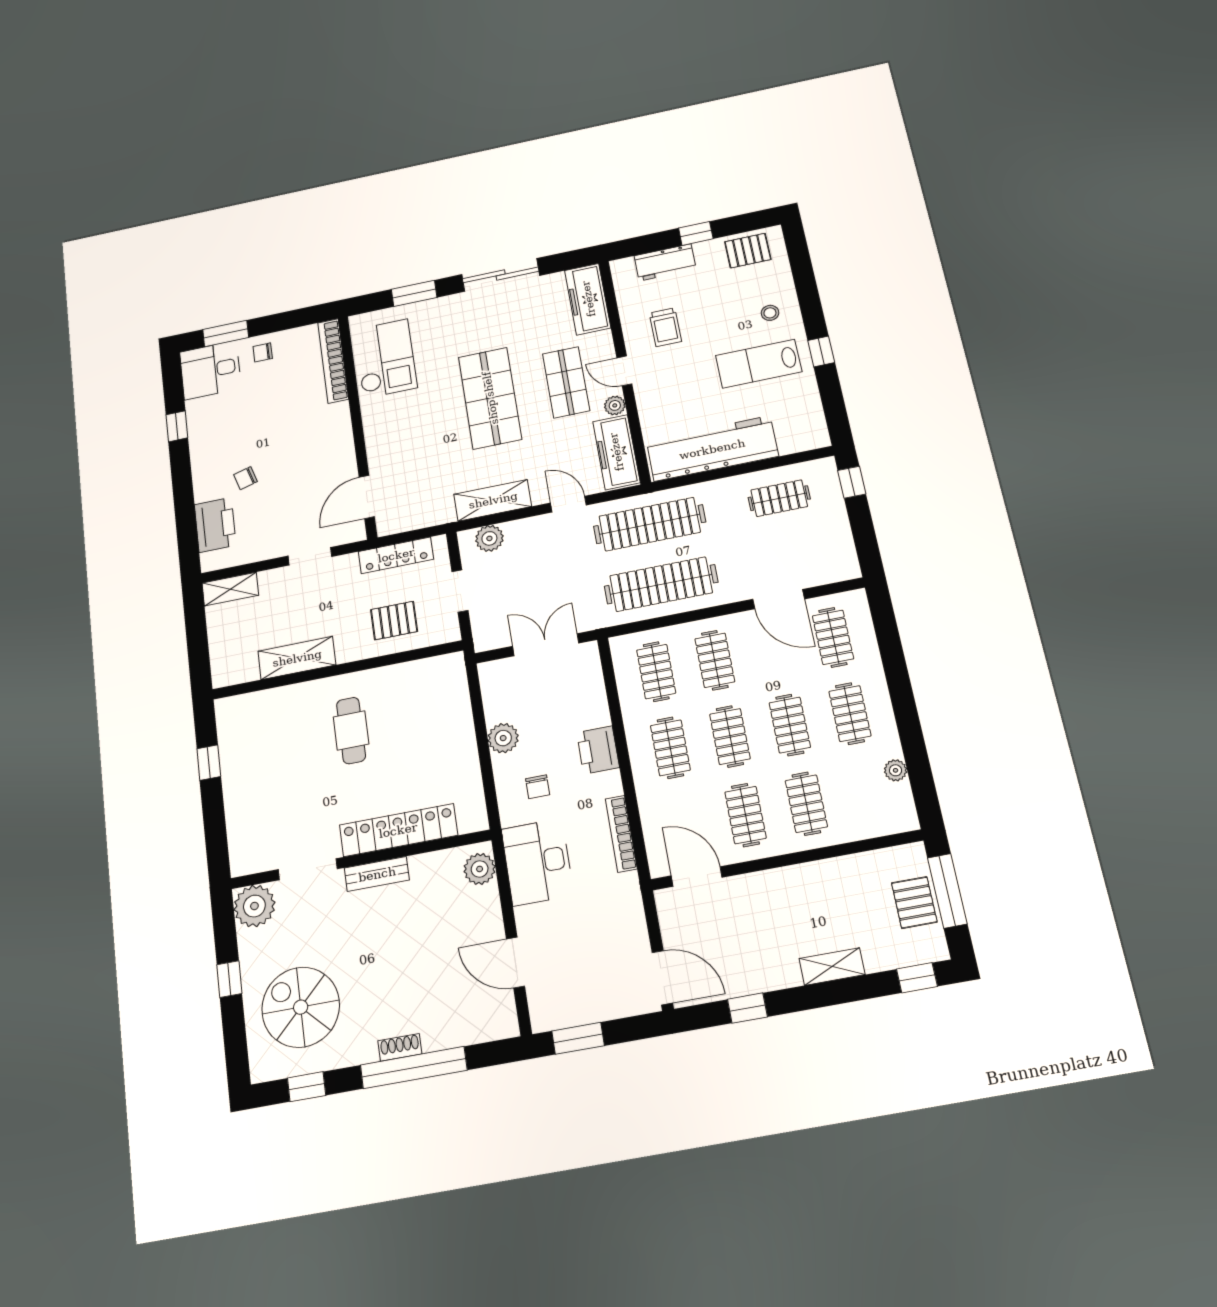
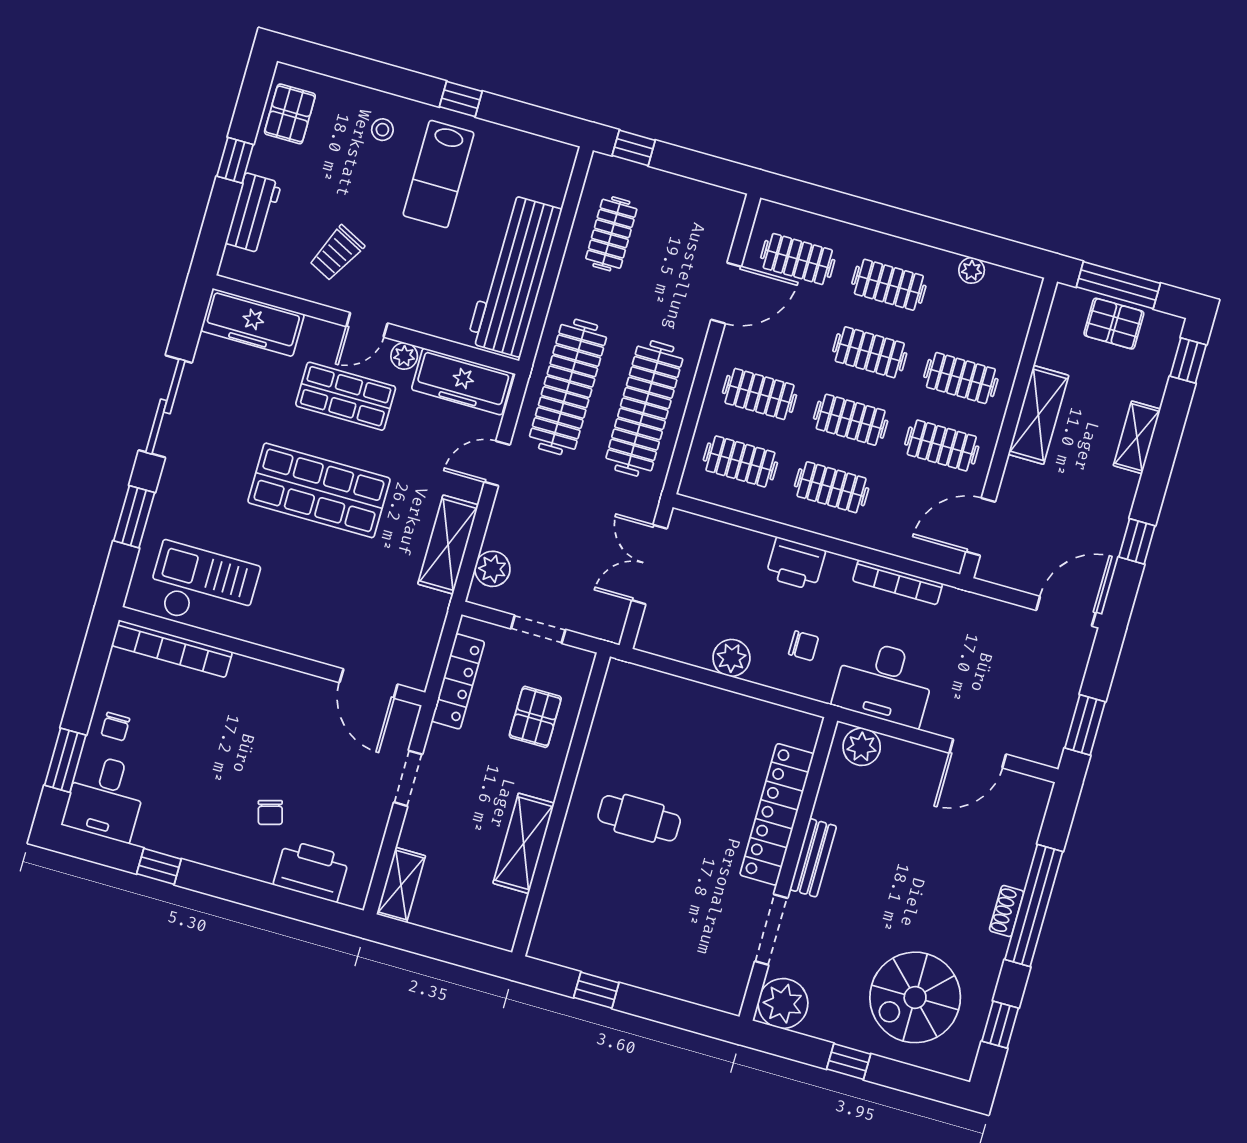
trolley: (665, 327) -> (337, 253), turned 117
shelving: (809, 878) -> (1038, 415), added

